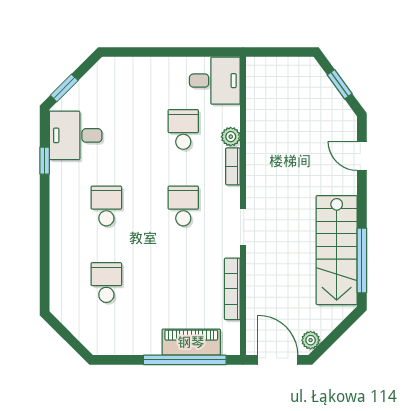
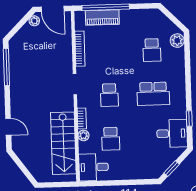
window: (340, 84) -> (22, 167), removed
window: (64, 88) -> (171, 169), moved
school desk: (106, 206) -> (153, 94), width x1.85
stairs: (337, 250) -> (63, 143), moved, turned 180
plant: (61, 298) -> (177, 41), added

